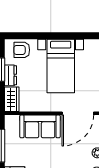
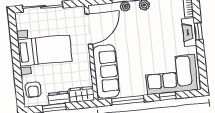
door: (78, 113) -> (89, 29), hinge flipped
sofa: (40, 126) -> (106, 71), width x1.36

